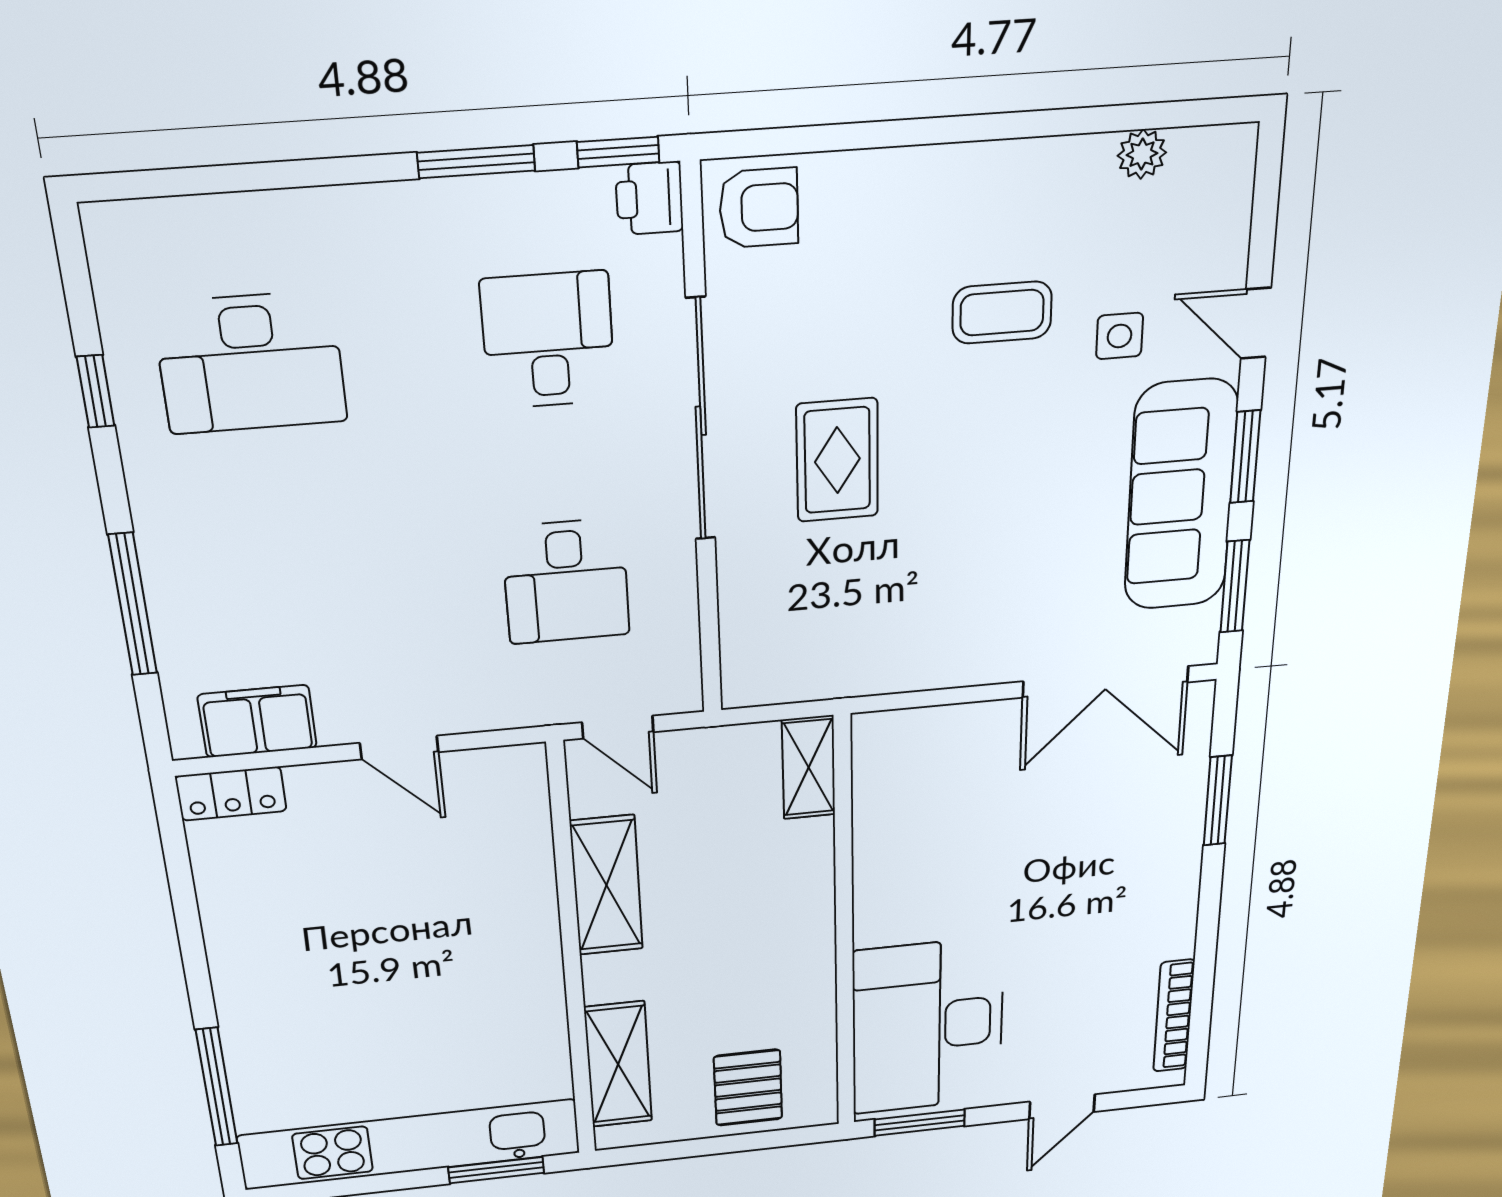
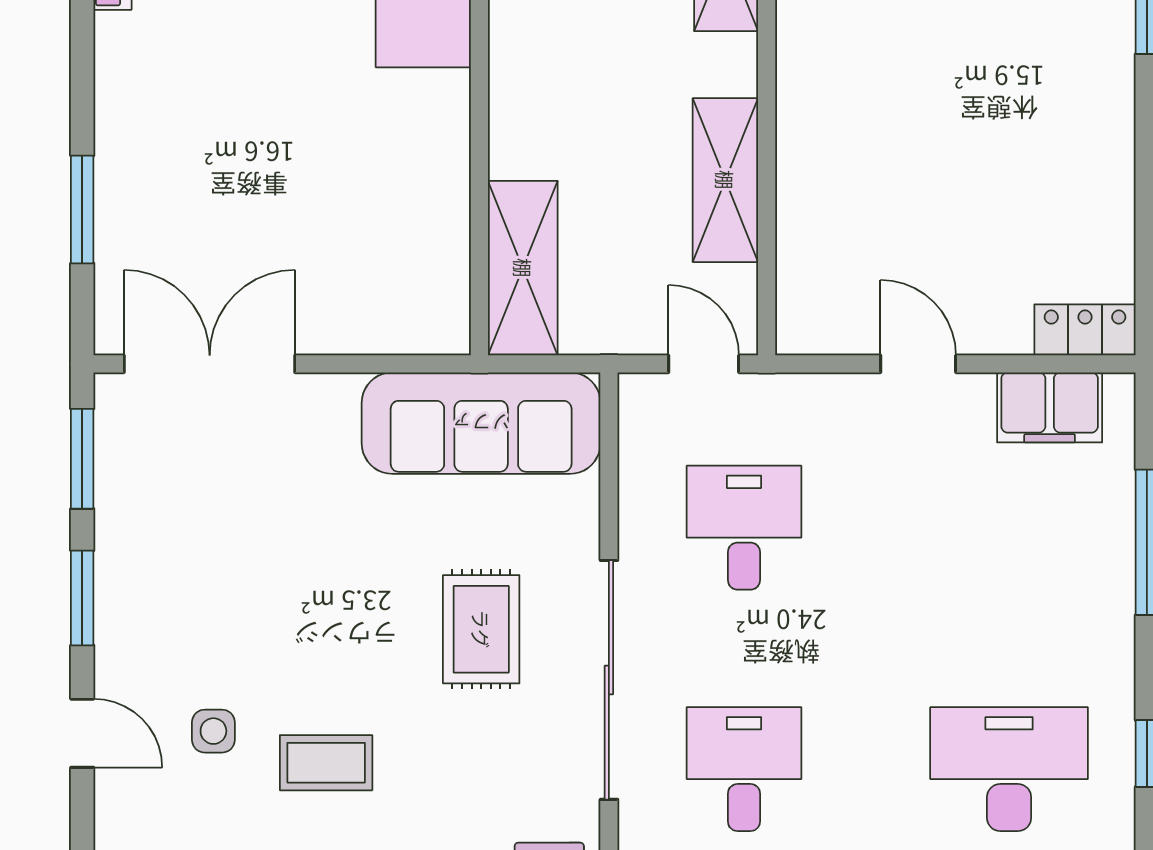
desk: (548, 340) -> (744, 769), turned 180
sofa: (1181, 496) -> (481, 423), moved, turned 90
shelving: (809, 767) -> (523, 268), width x1.50, depth x1.33

